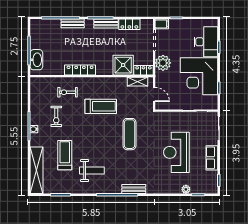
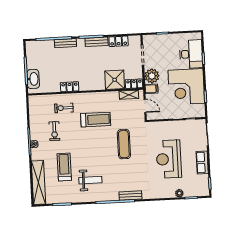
filing cabinet: (162, 24) -> (151, 89), moved
locker: (80, 70) -> (70, 87), width x0.66

